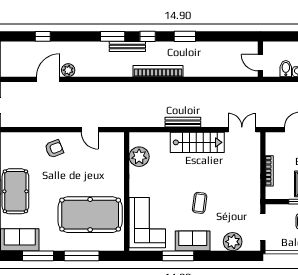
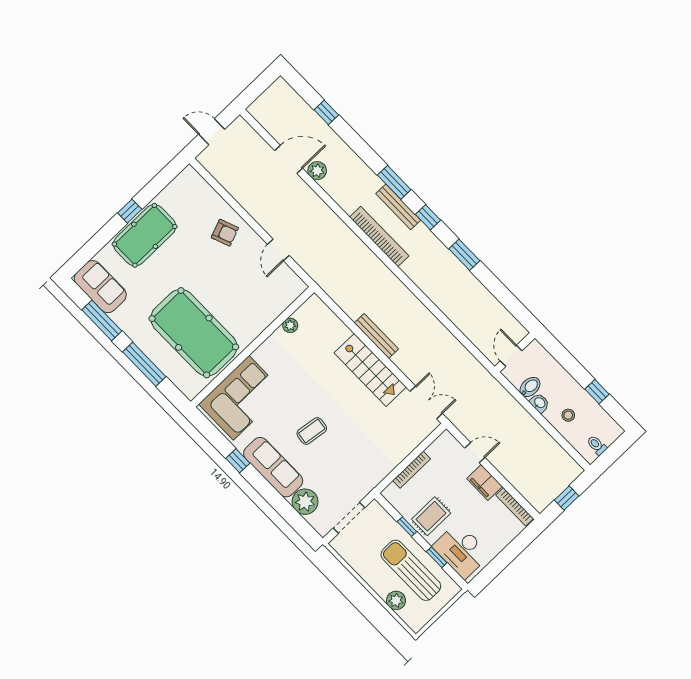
bookcase: (158, 71) -> (379, 236), moved
plant: (139, 157) -> (290, 325), width x0.53, depth x0.53
sofa: (193, 241) -> (273, 467), width x1.36
window: (178, 256) -> (238, 461), width x0.46

